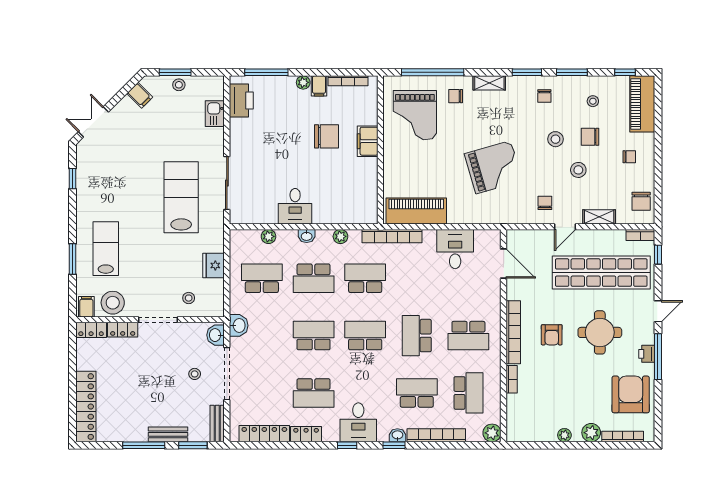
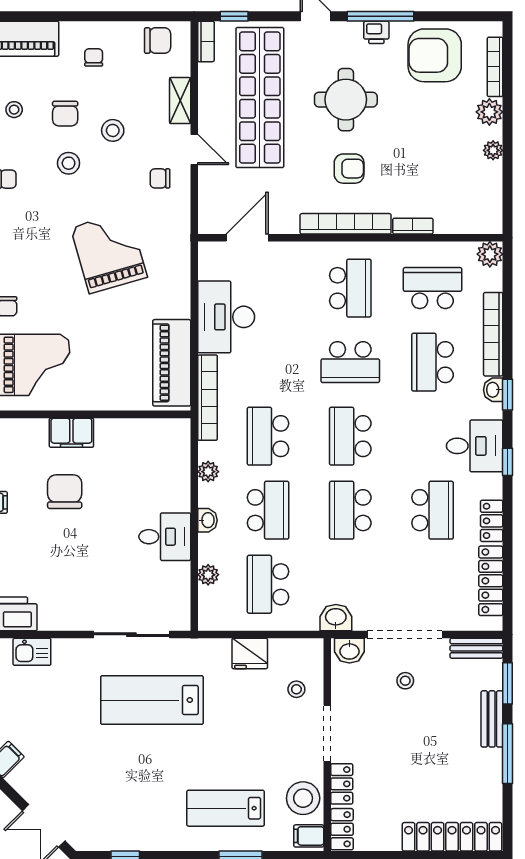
desk: (455, 249) -> (226, 317), width x1.37

